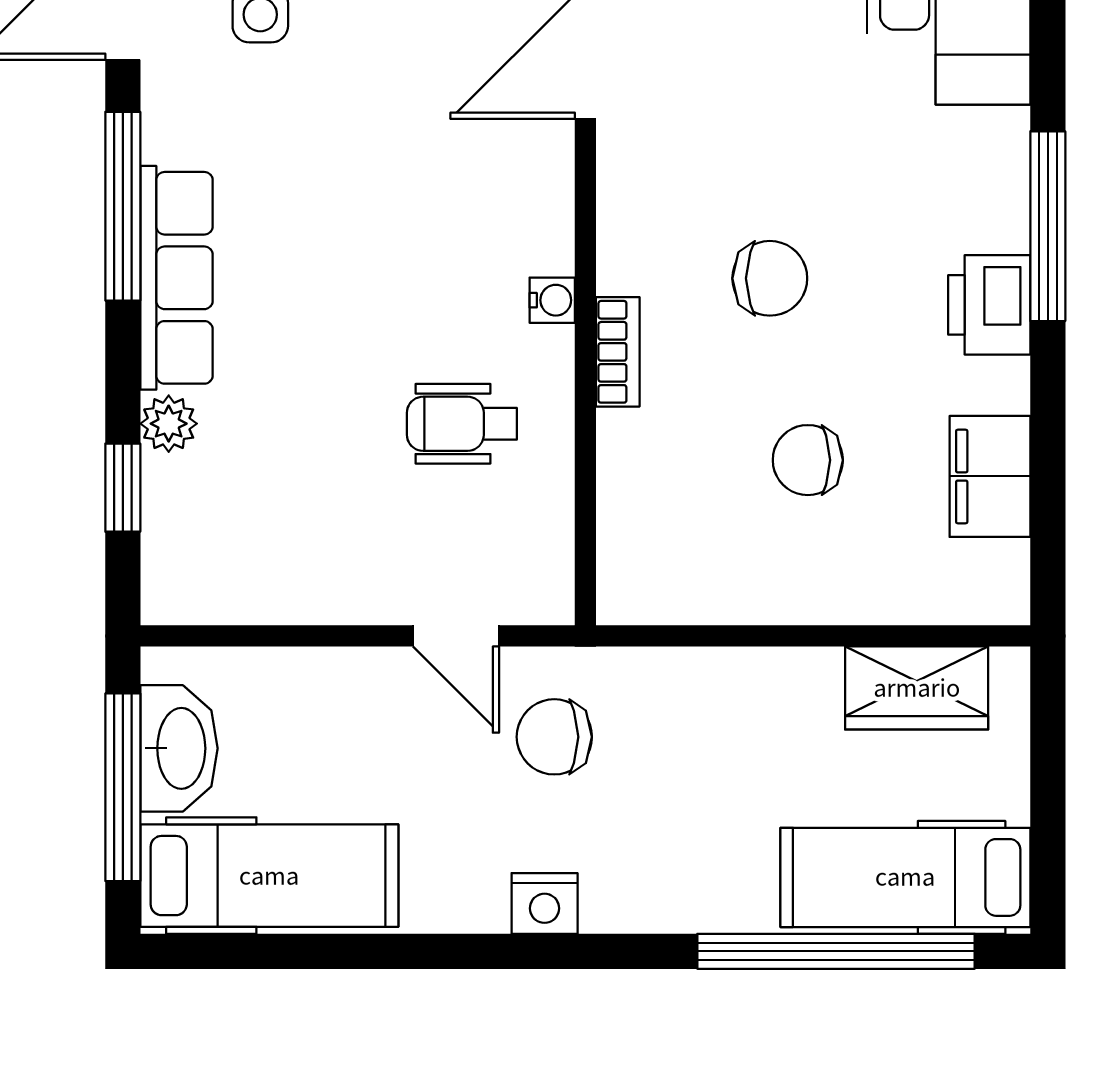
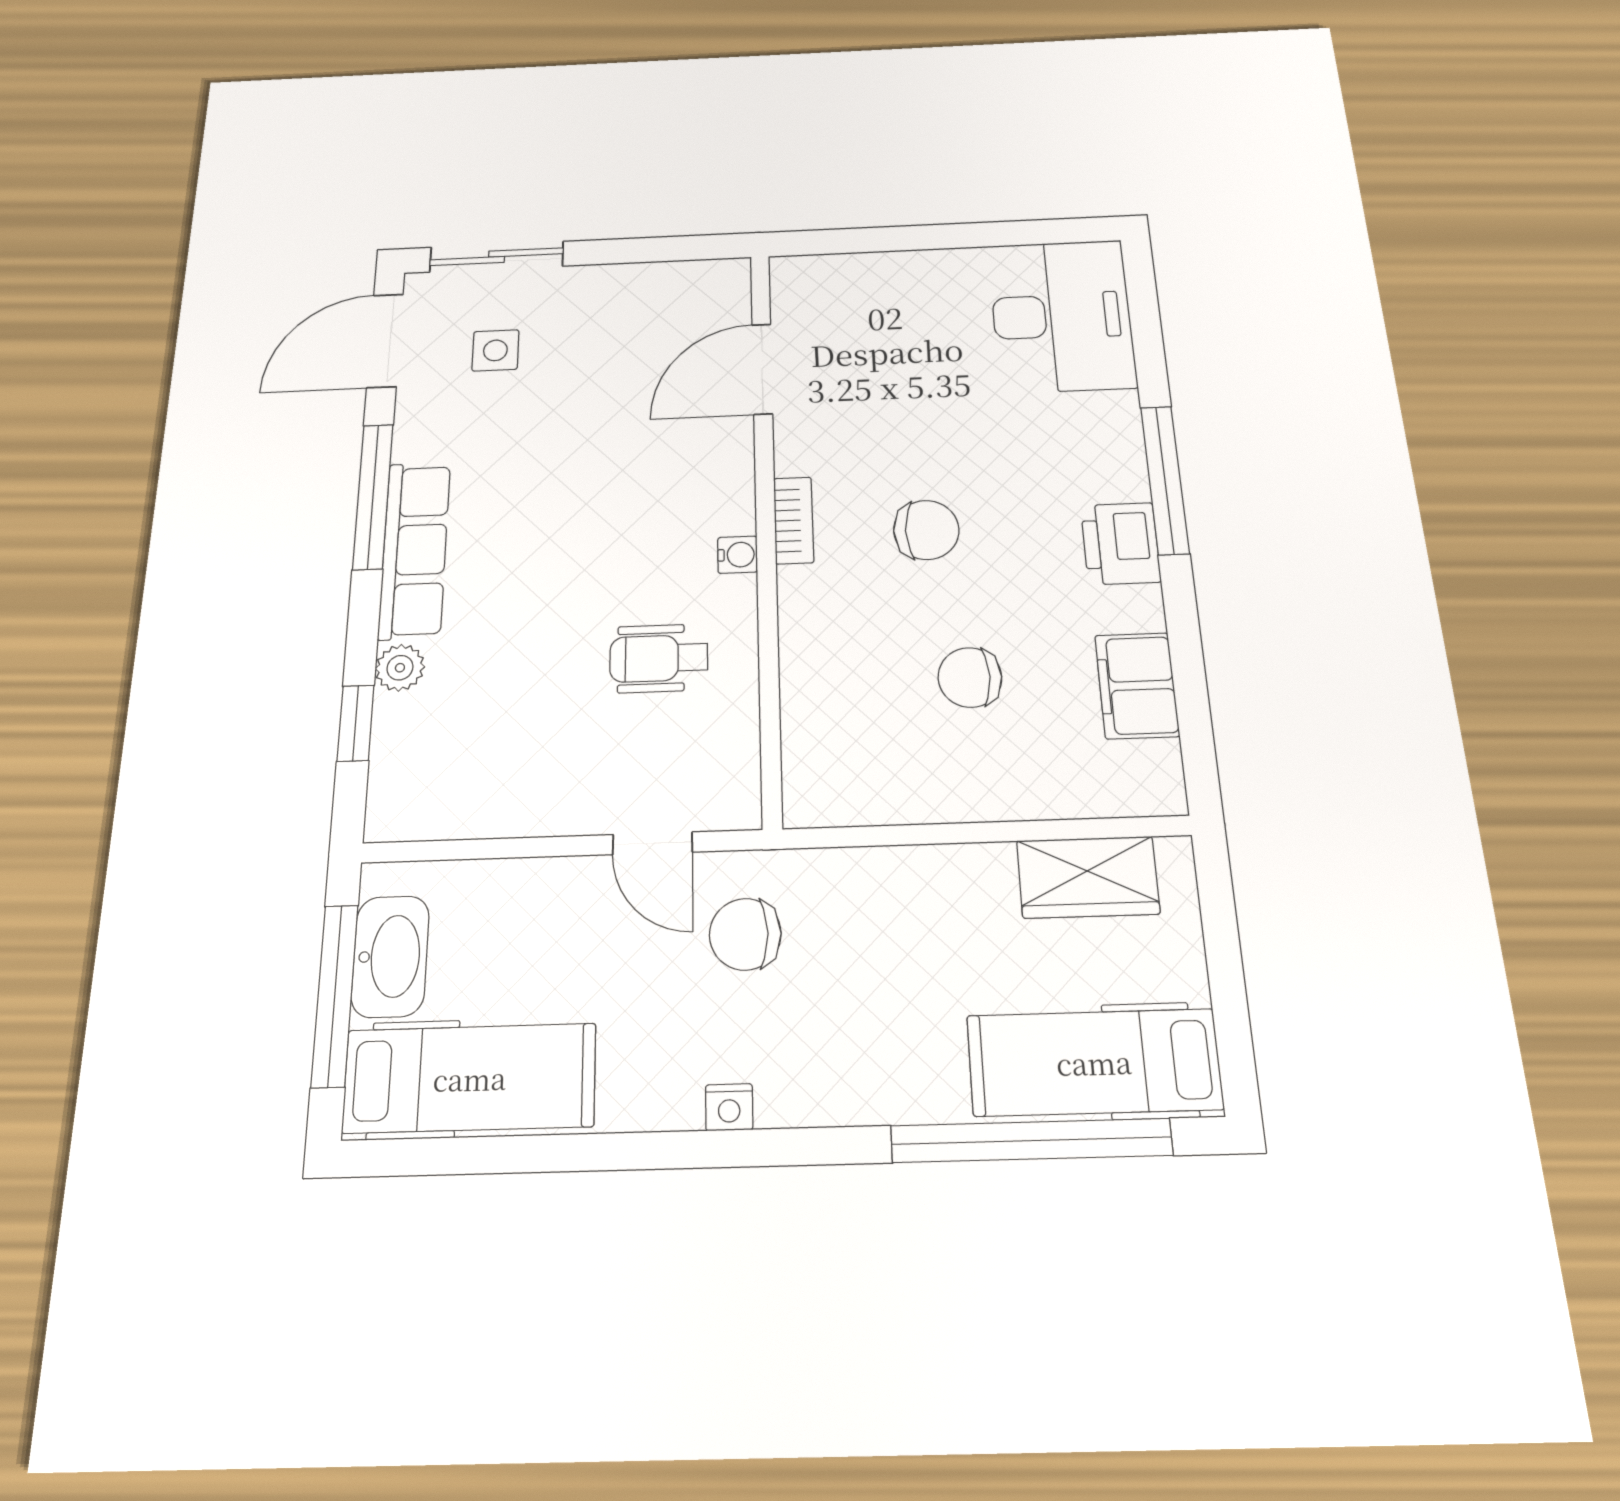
bookcase: (618, 352) -> (794, 520), moved
nightstand: (545, 903) -> (729, 1107), width x0.72, depth x0.74

